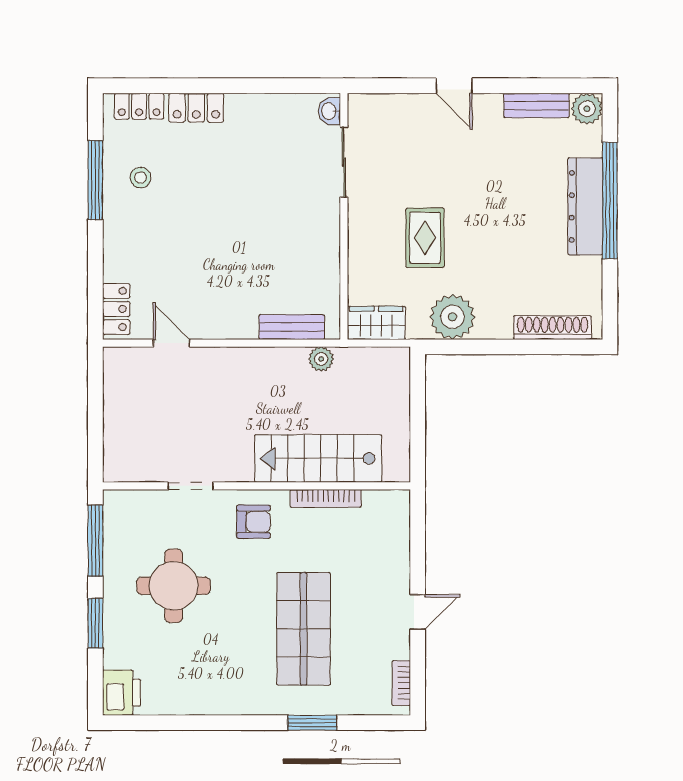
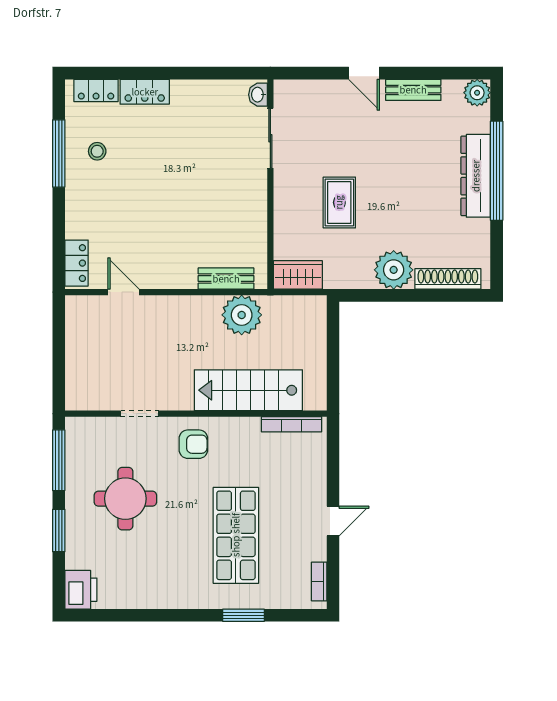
bench: (536, 105) -> (413, 90), moved
plant: (452, 317) -> (394, 270), moved
plant: (321, 359) -> (242, 315), width x1.87, depth x1.87
bookcase: (326, 498) -> (291, 424), moved

